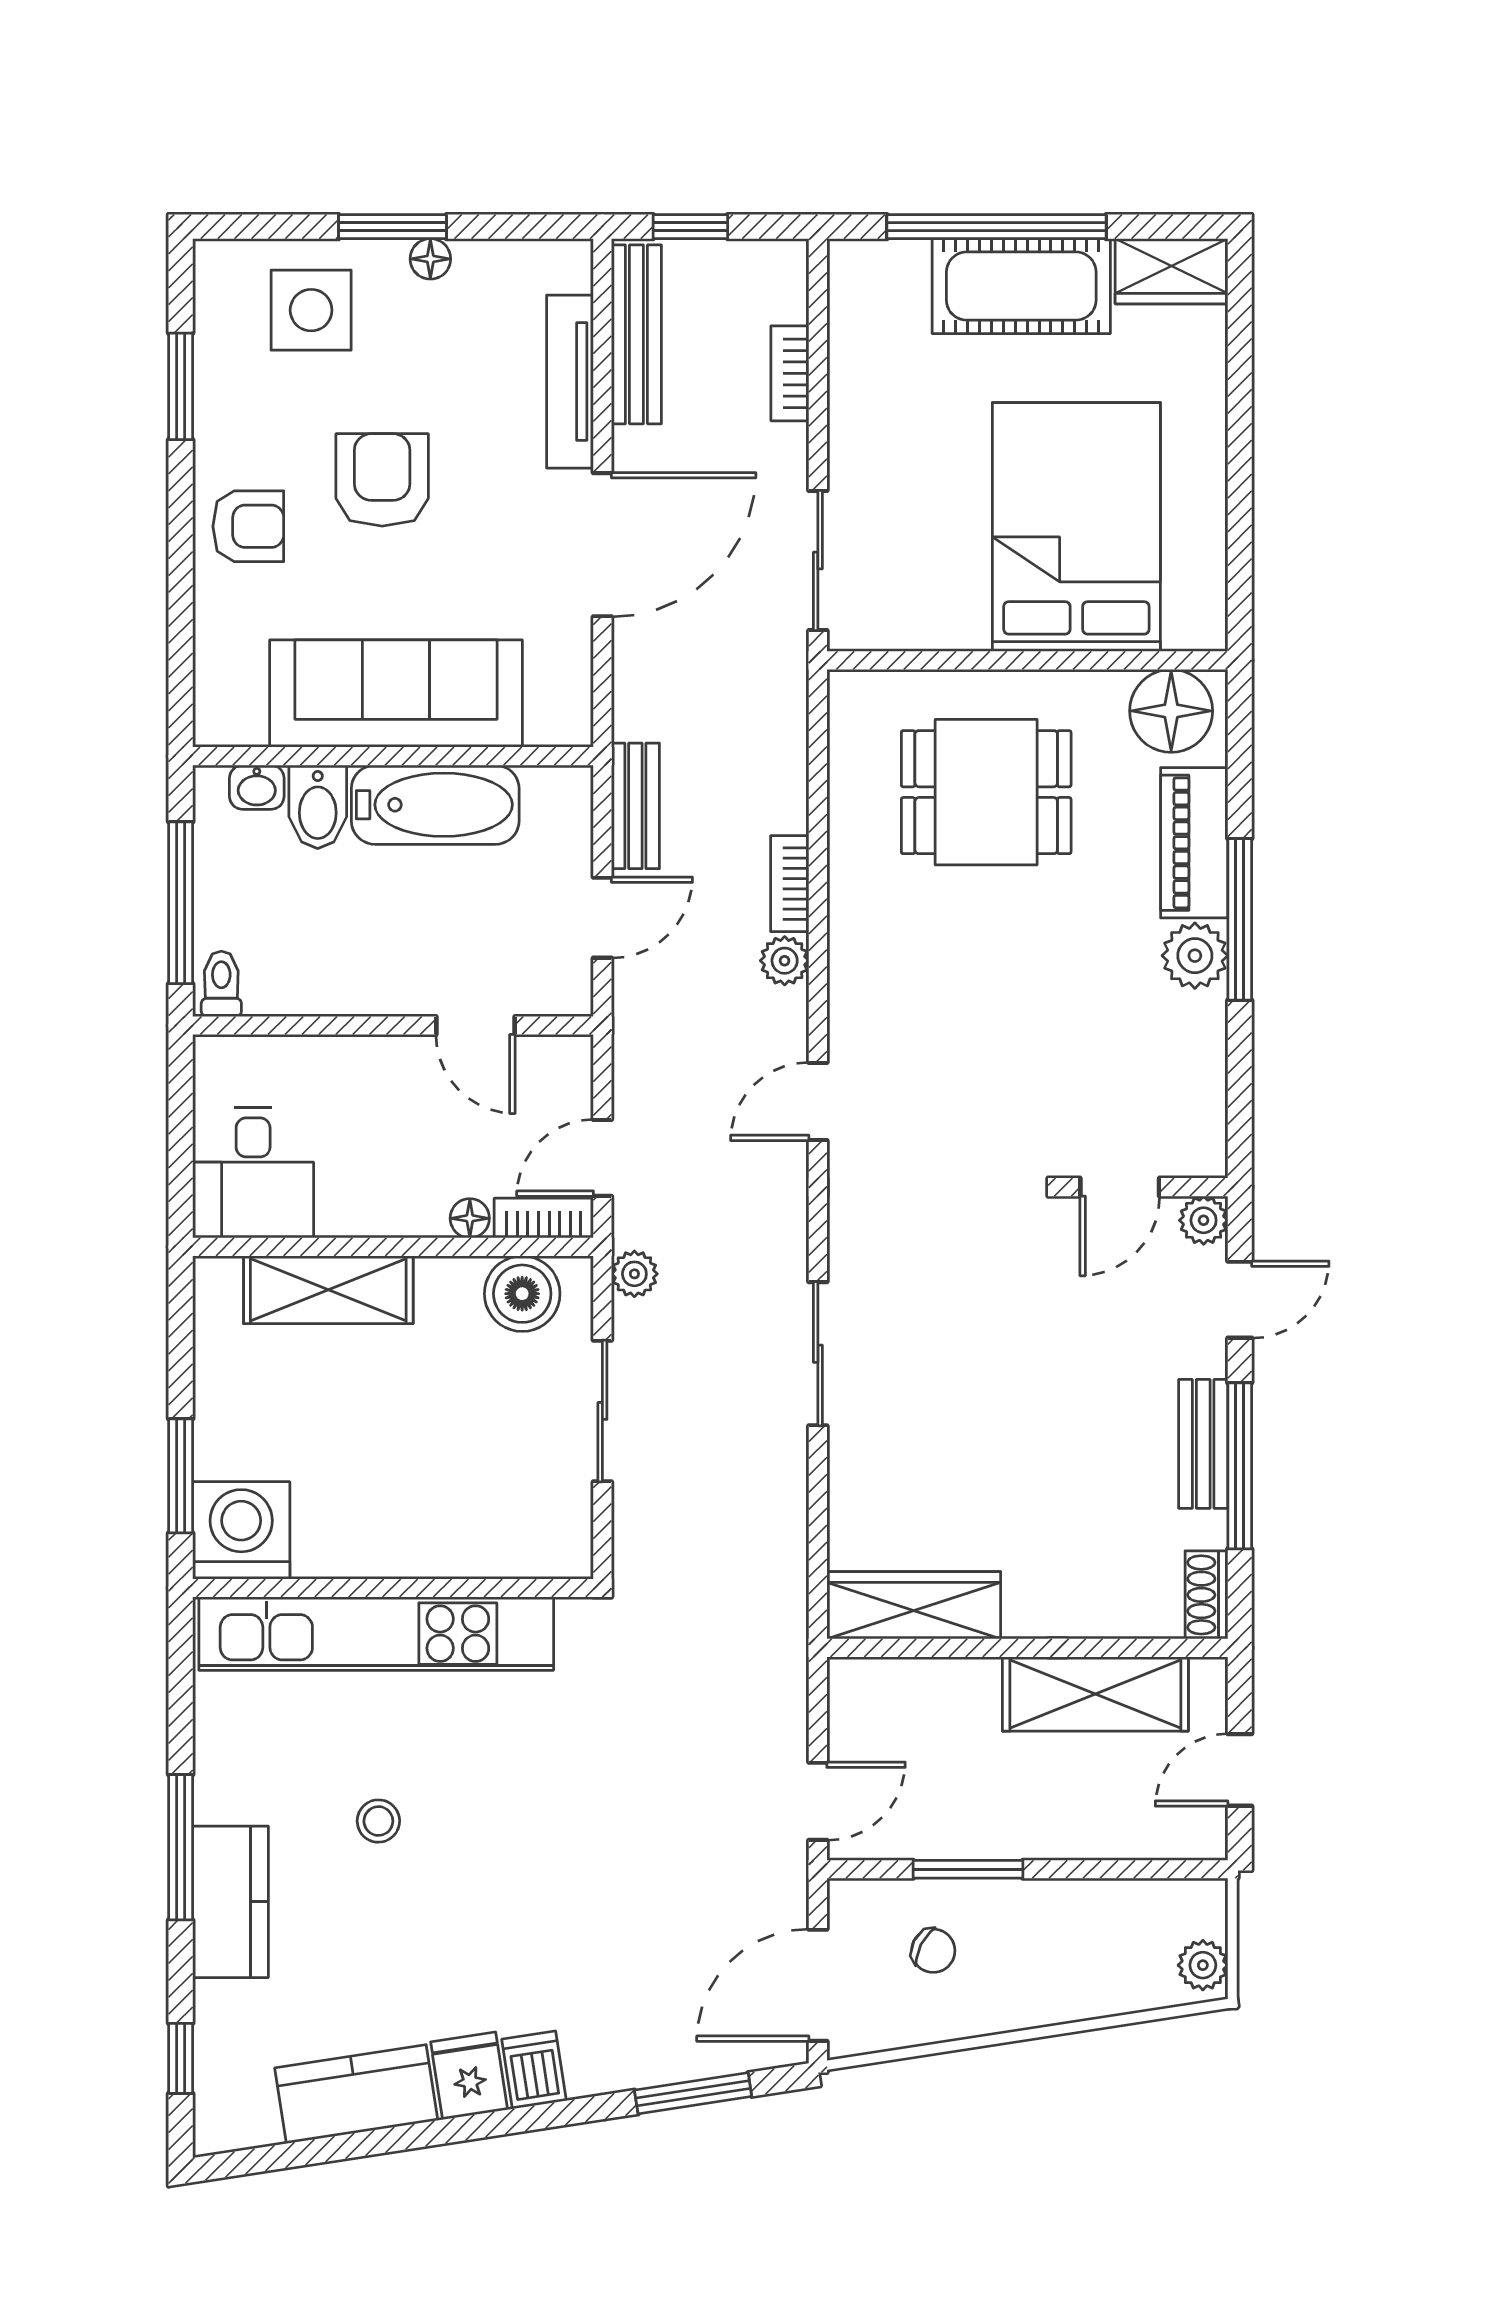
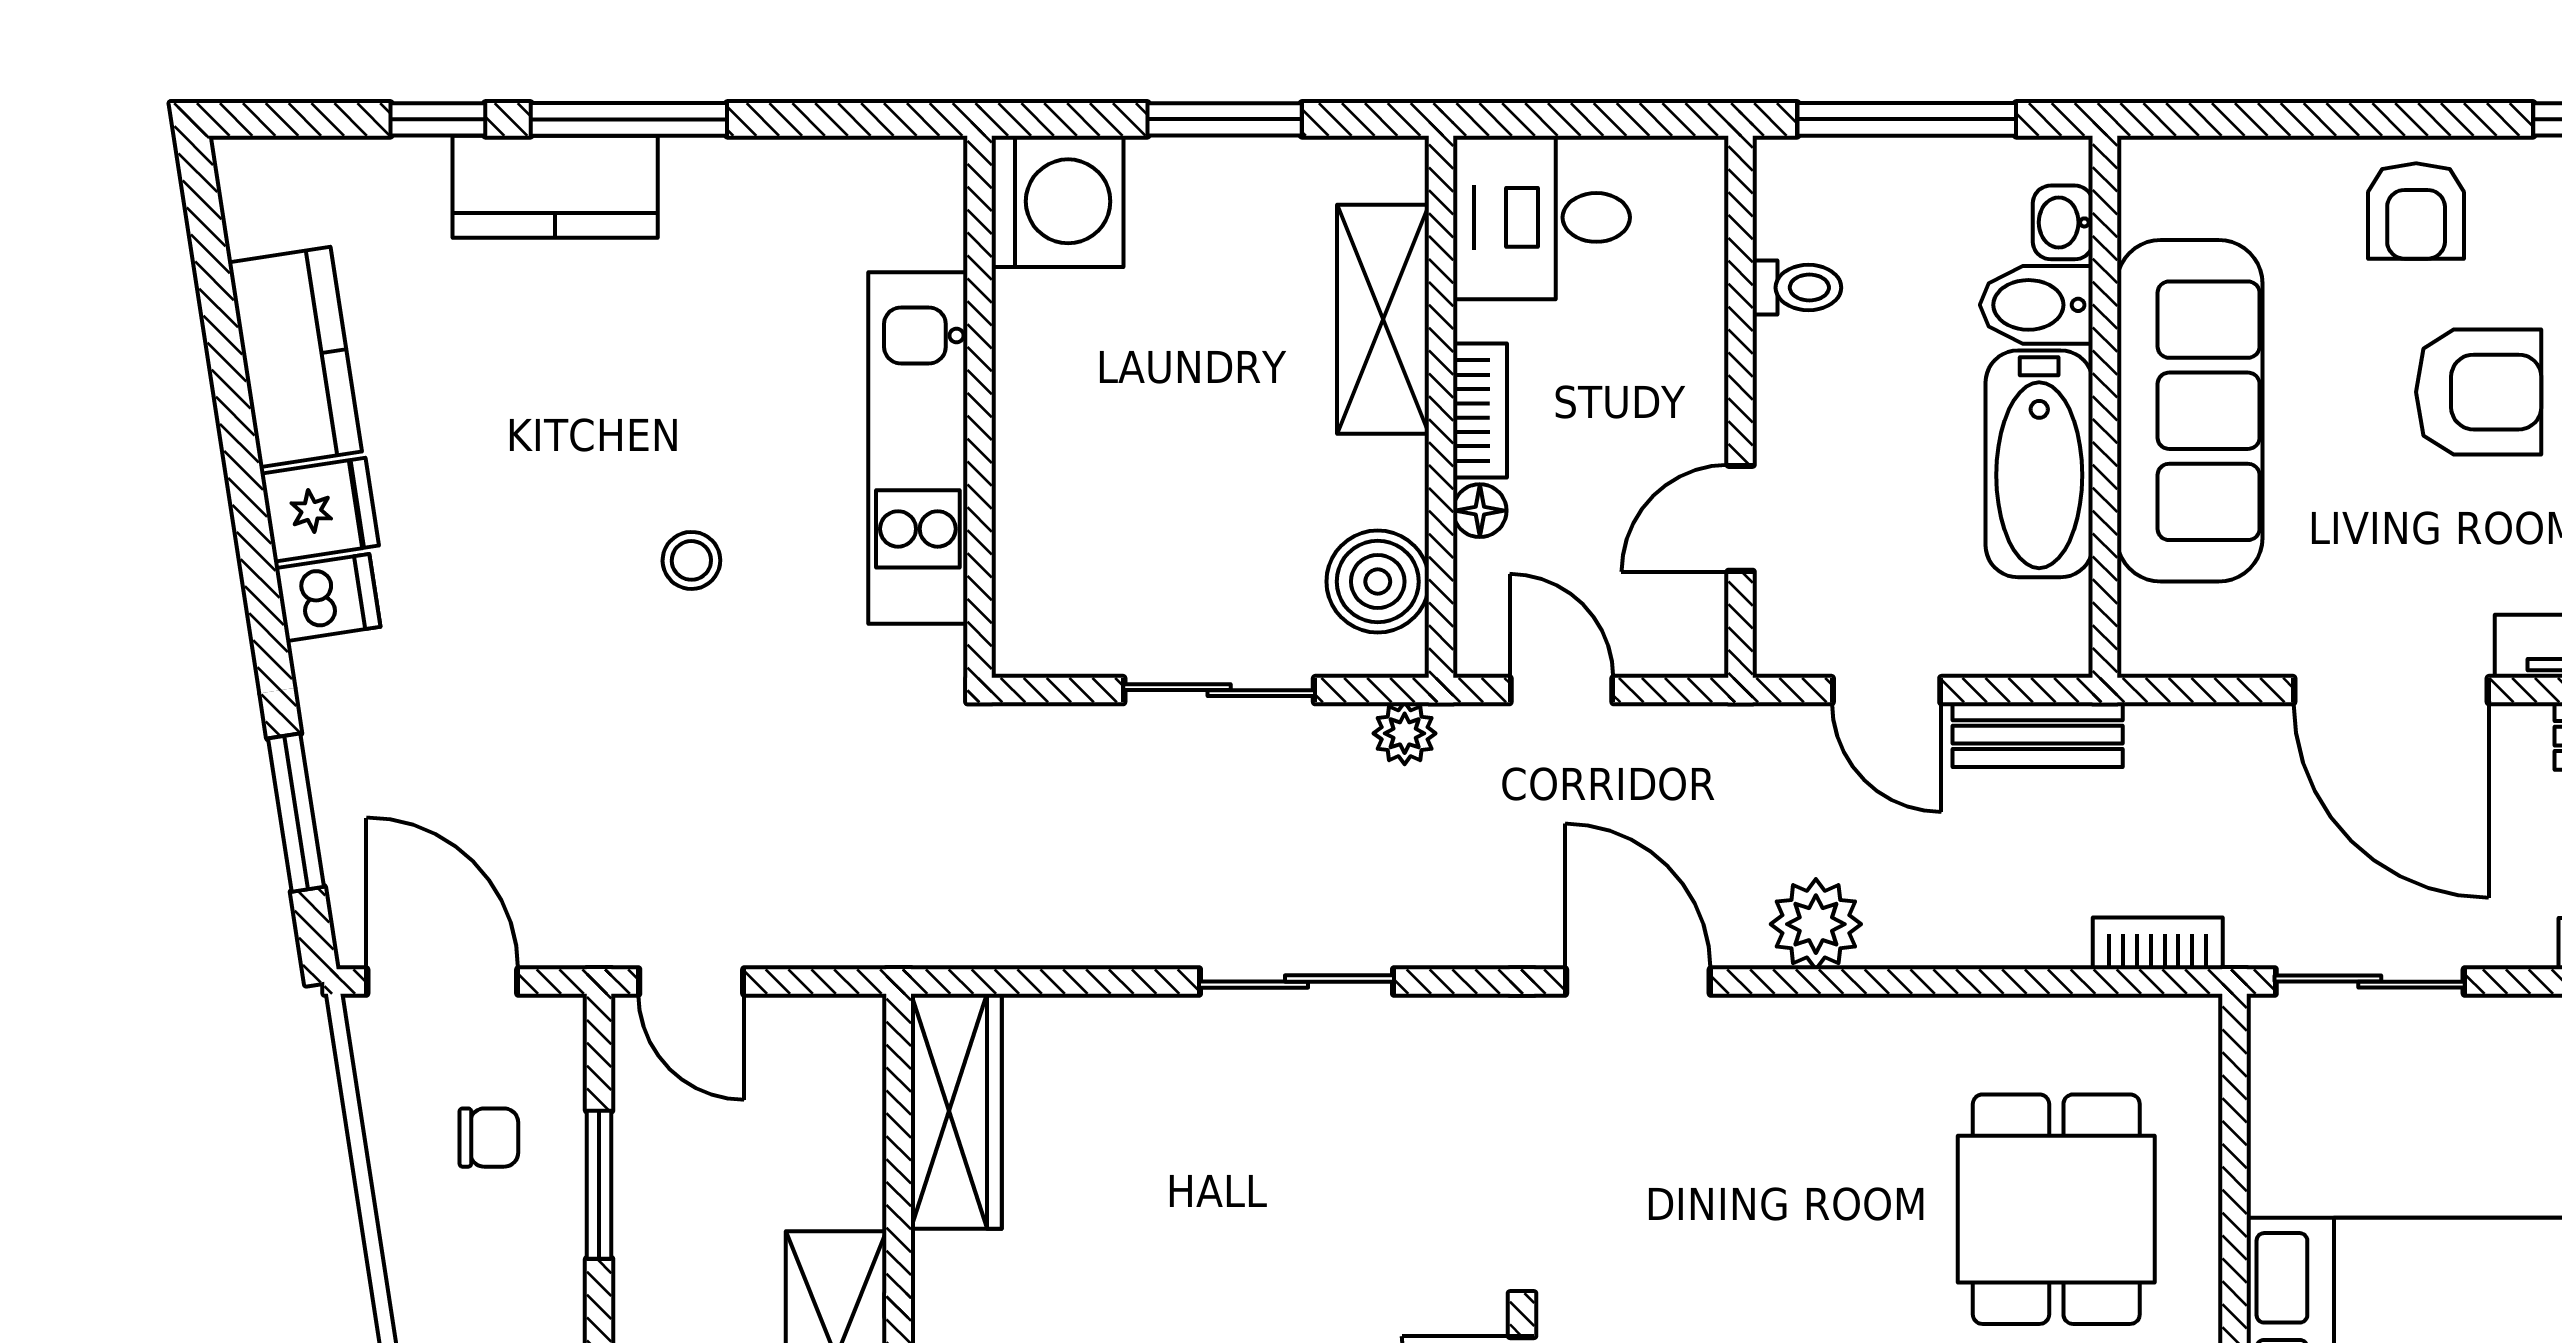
bookcase: (790, 884) -> (2158, 943), moved
plant: (785, 961) -> (1816, 924), width x1.38, depth x1.38
toilet: (221, 984) -> (1797, 288), moved
door: (818, 1101) -> (1638, 982), width x1.38
bookcase: (544, 1218) -> (1480, 410), moved
window: (181, 1476) -> (1225, 119), moved
kitchen unit: (376, 1634) -> (918, 448), width x0.73
stool: (378, 1821) -> (691, 560), moved
chair: (933, 1951) -> (489, 1138), turned -117
window: (181, 2058) -> (438, 119), moved

